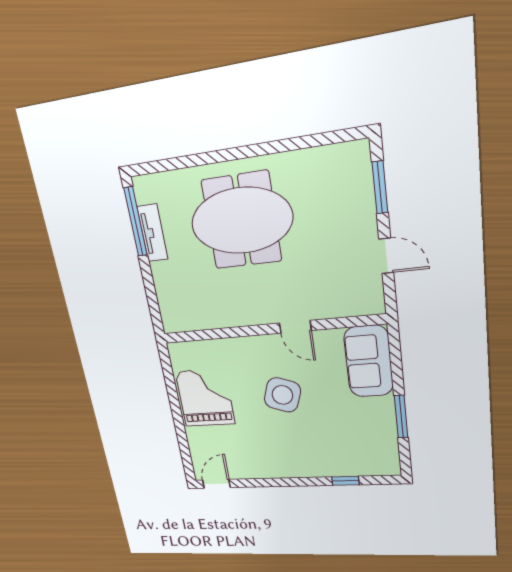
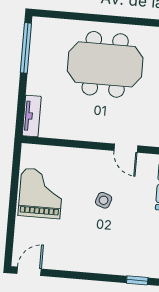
tv unit: (153, 233) -> (32, 116), moved
side table: (282, 395) -> (104, 200), width x0.54, depth x0.54

